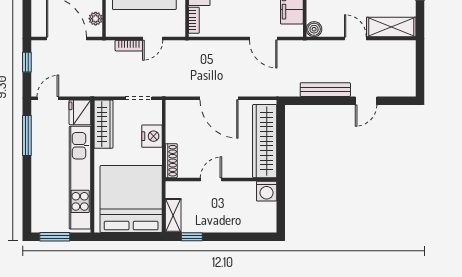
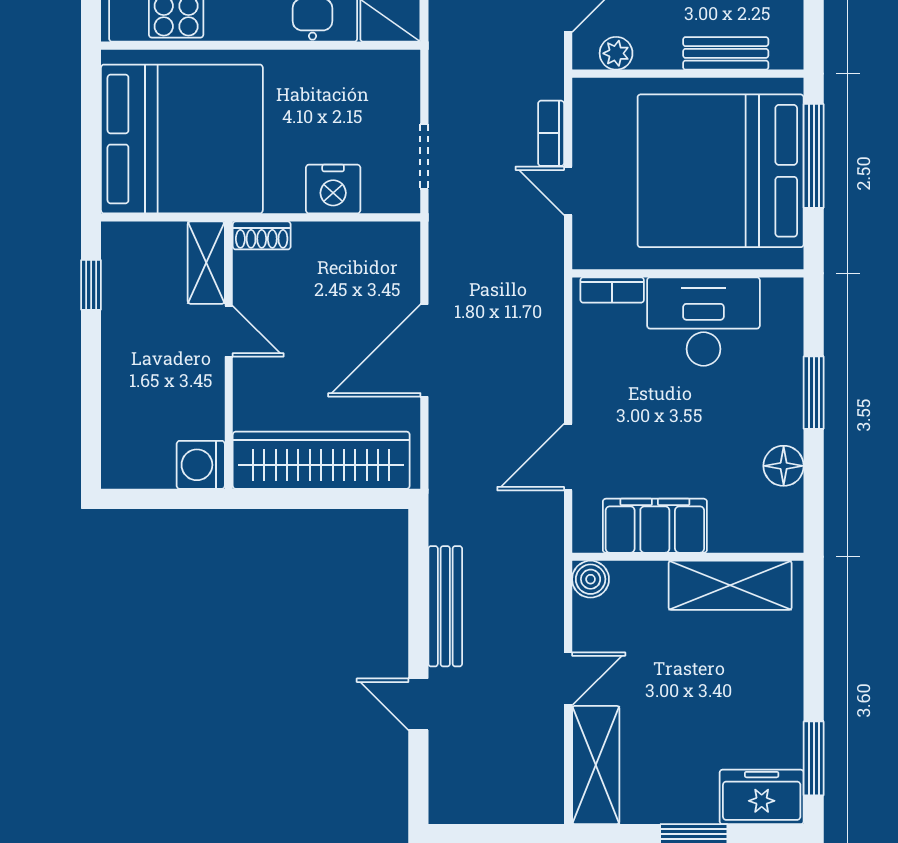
wardrobe: (103, 124) -> (362, 72), removed
shoe rack: (171, 161) -> (262, 235), width x0.70
shelving: (173, 215) -> (206, 263), moved, turned 90

